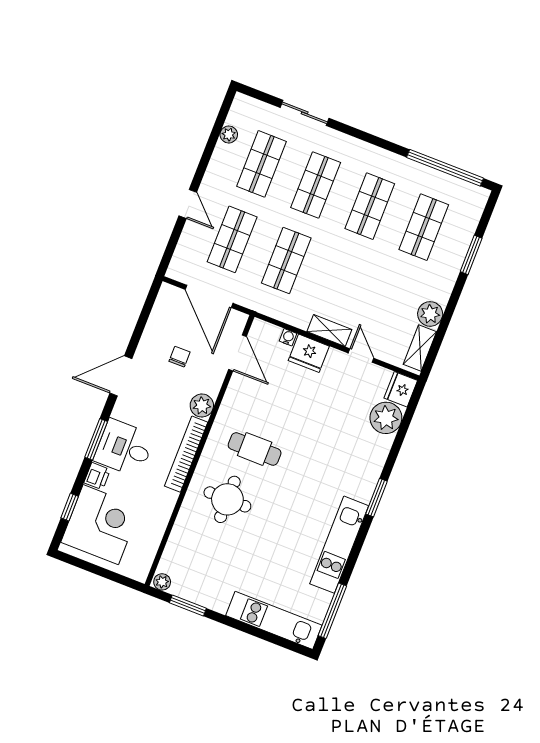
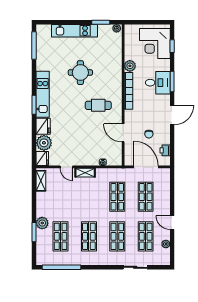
door: (188, 204) -> (172, 223), moved
plant: (430, 314) -> (42, 223), moved
door: (238, 353) -> (123, 133), moved
fridge: (309, 353) -> (43, 126), moved, turned 90
plant: (202, 406) -> (130, 66), moved
printer: (97, 476) -> (165, 150), moved
round table: (227, 499) -> (80, 73), moved
kitchen unit: (339, 545) -> (43, 94), moved
kitchen unit: (274, 620) -> (75, 31), moved

